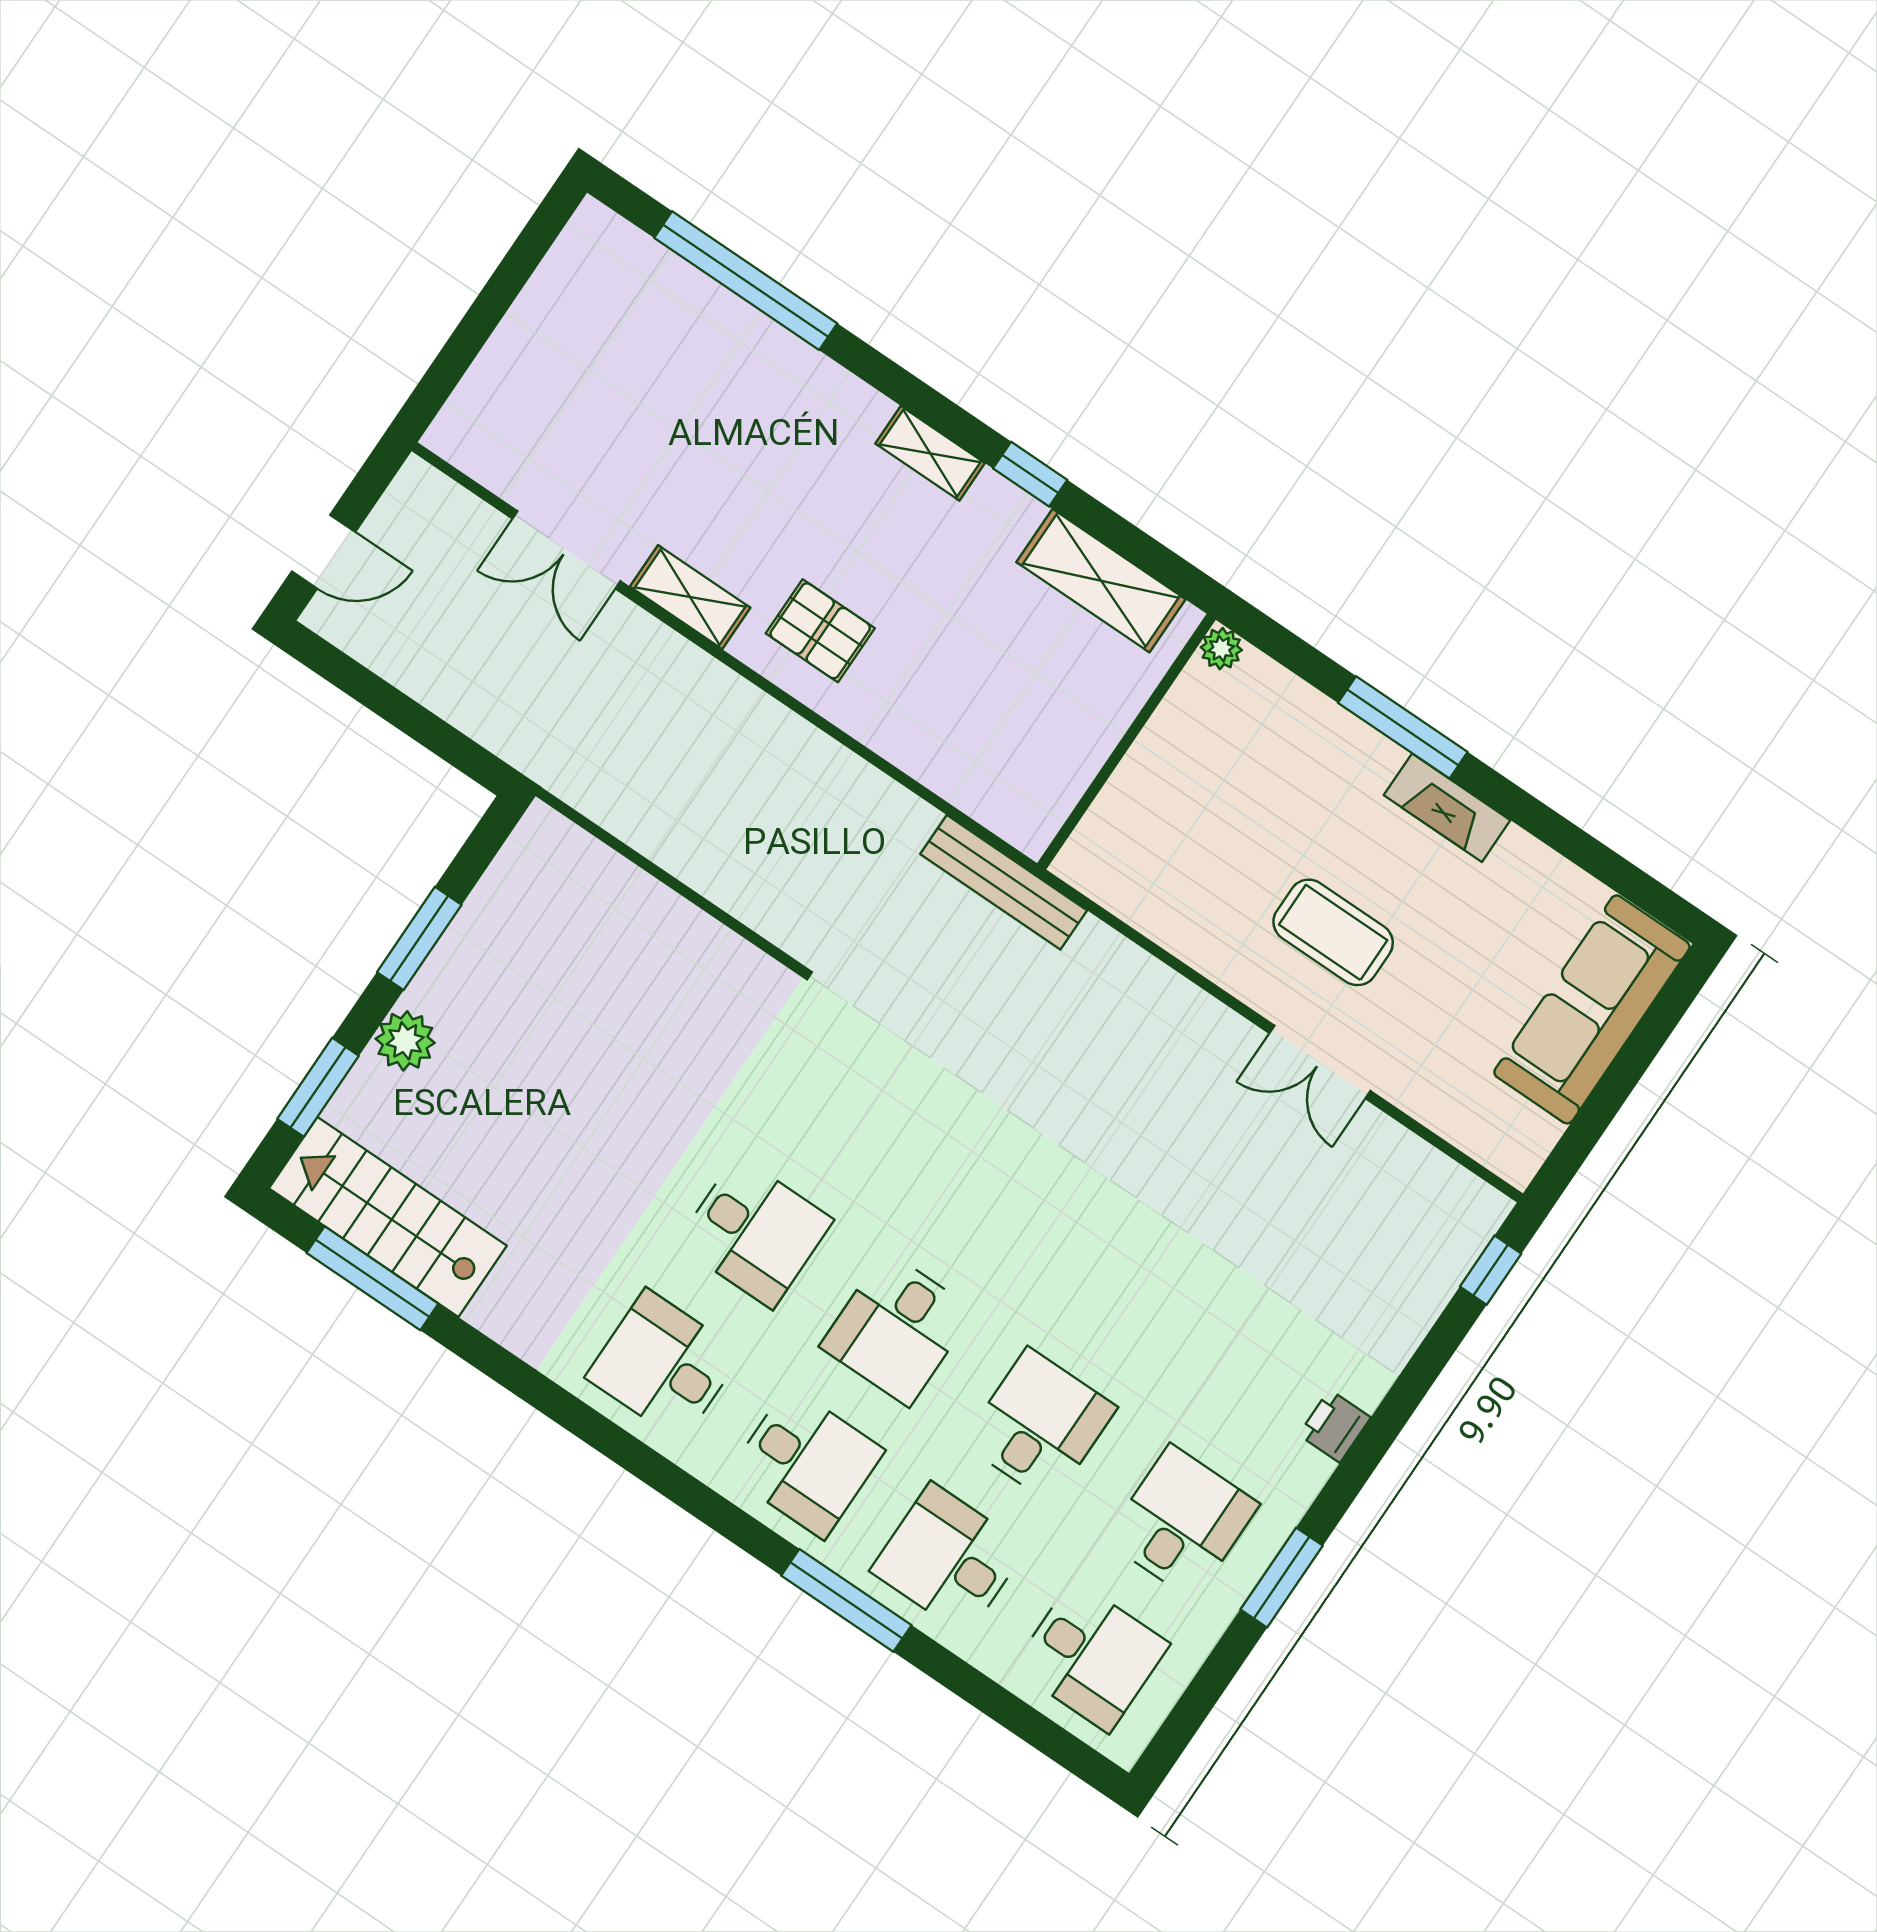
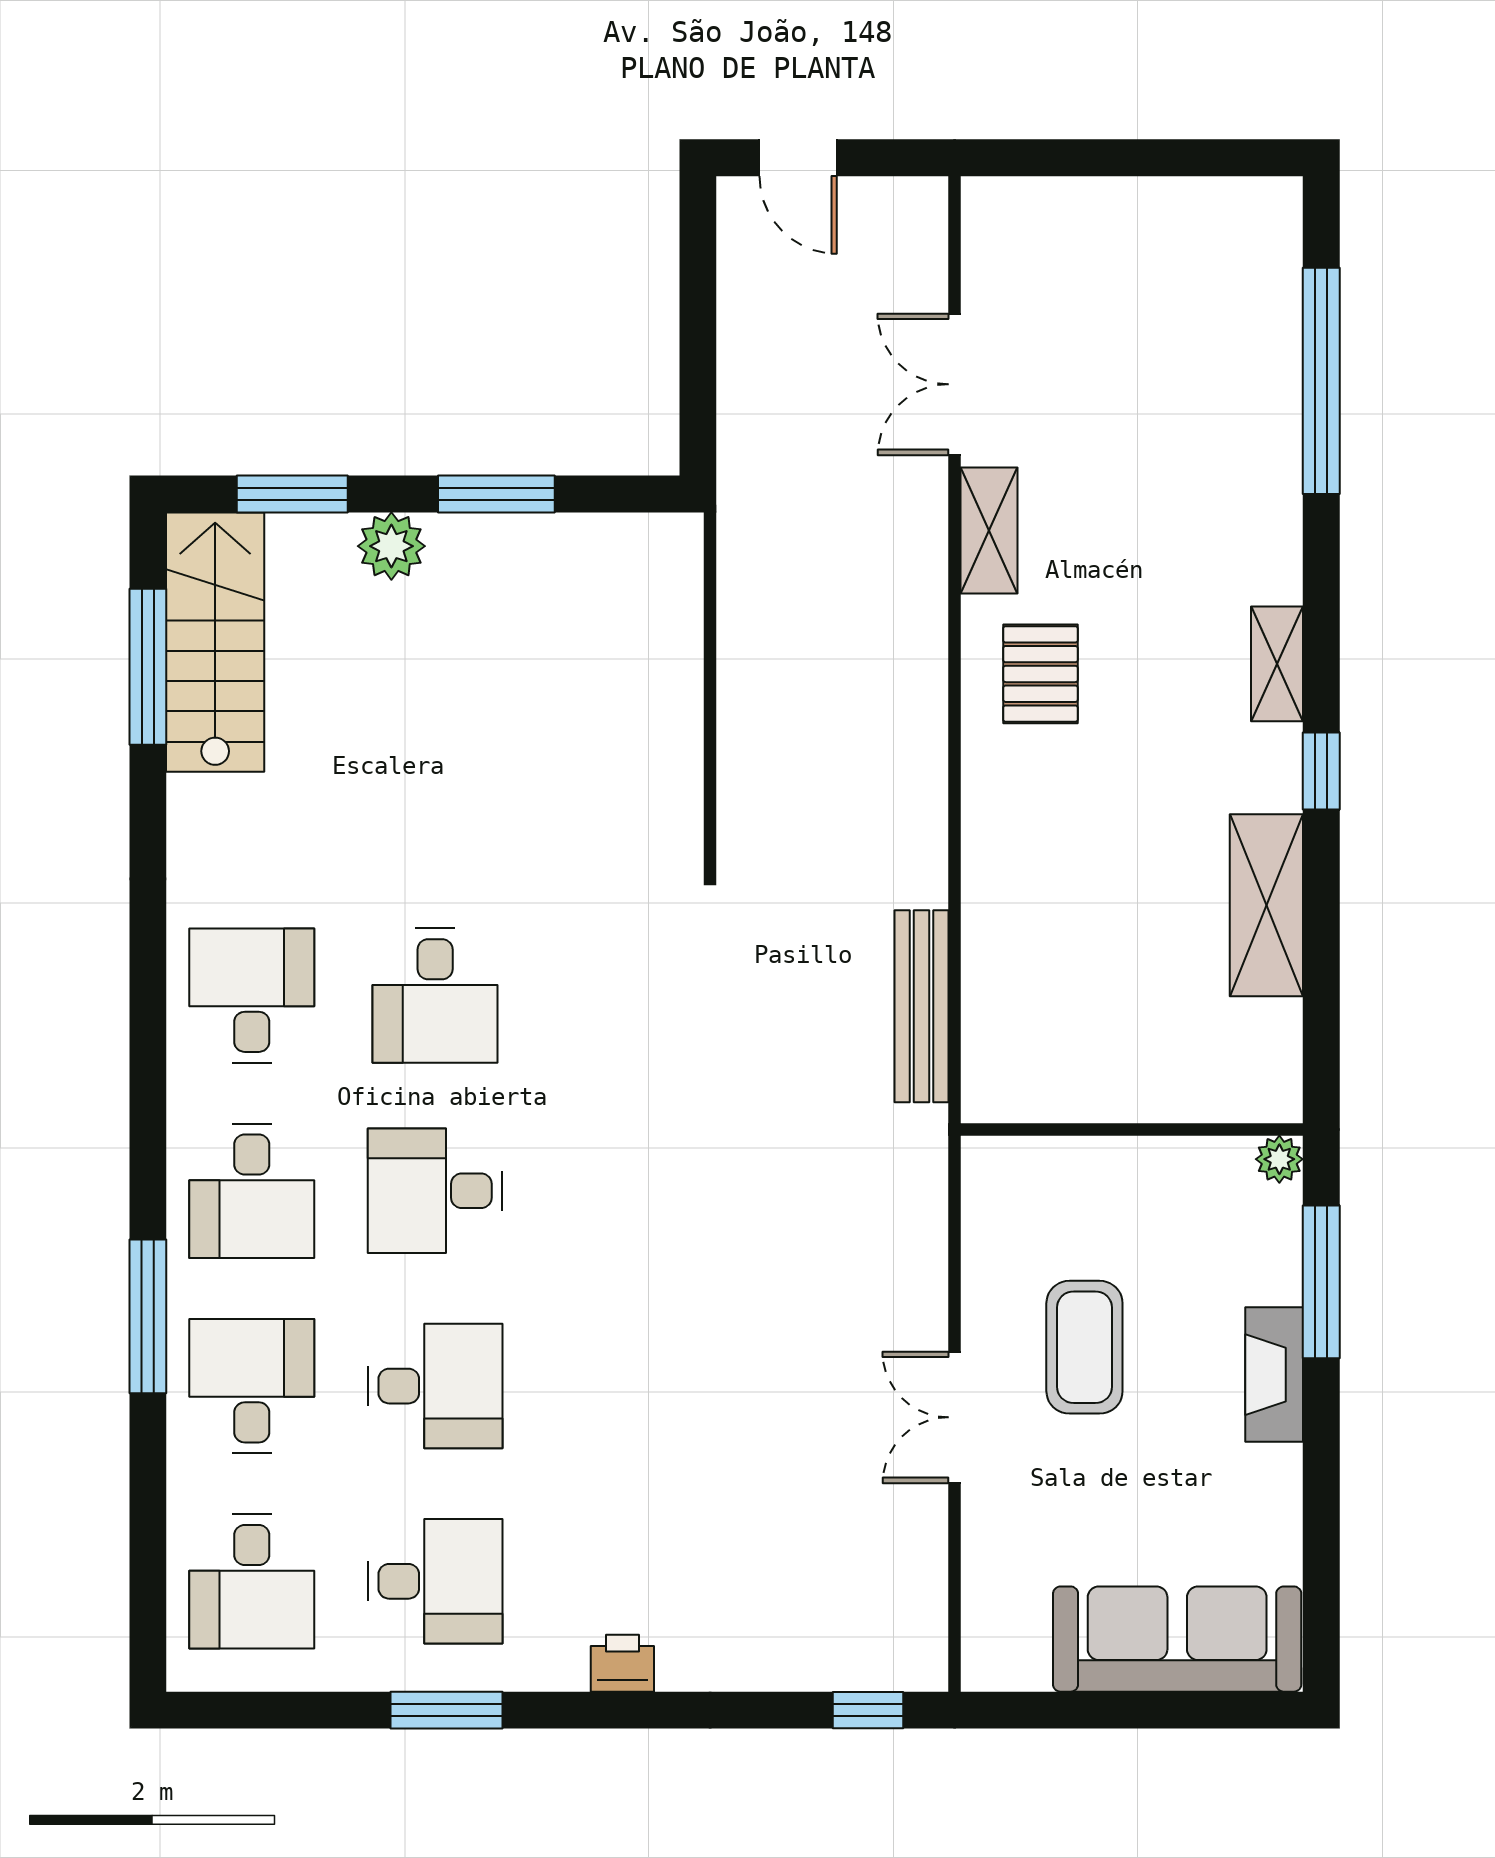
plant: (1221, 649) -> (1279, 1159), moved
wall: (1126, 742) -> (1132, 1130), moved

